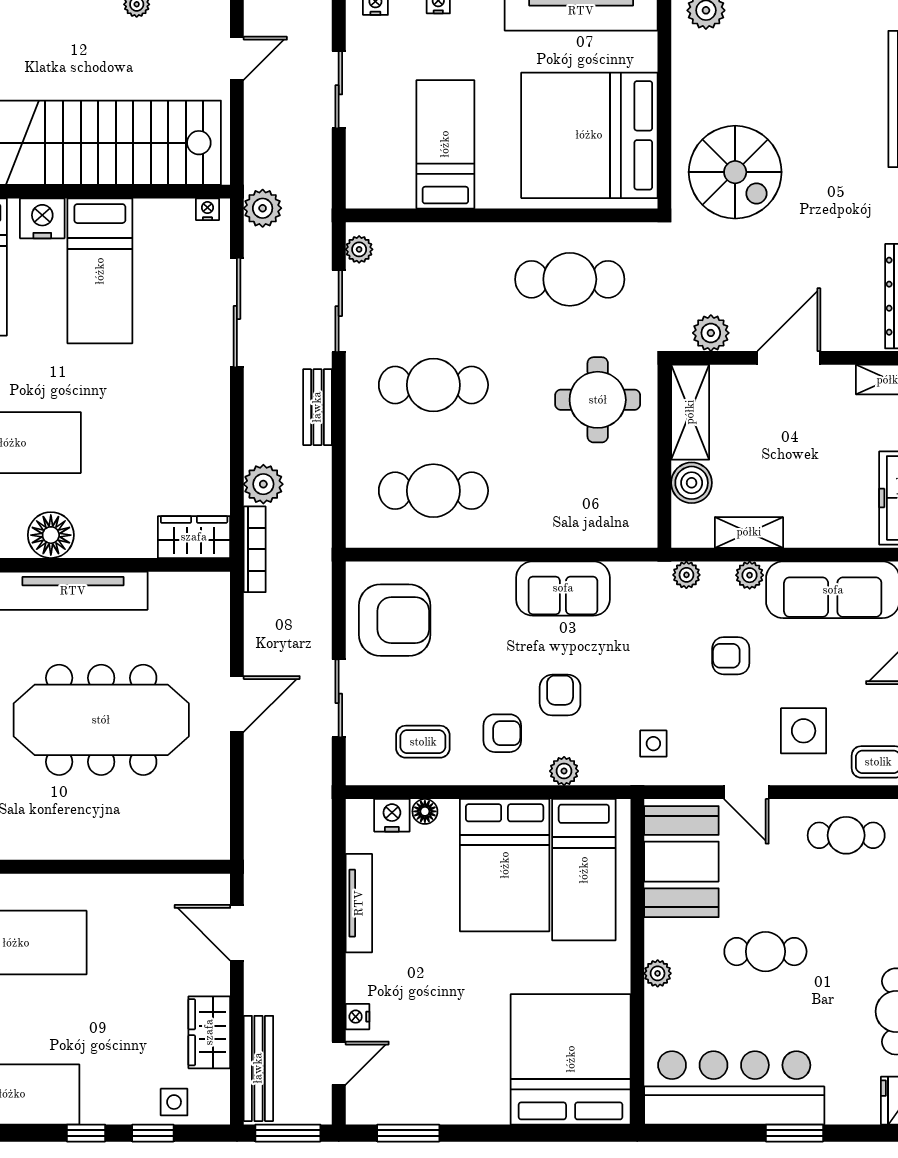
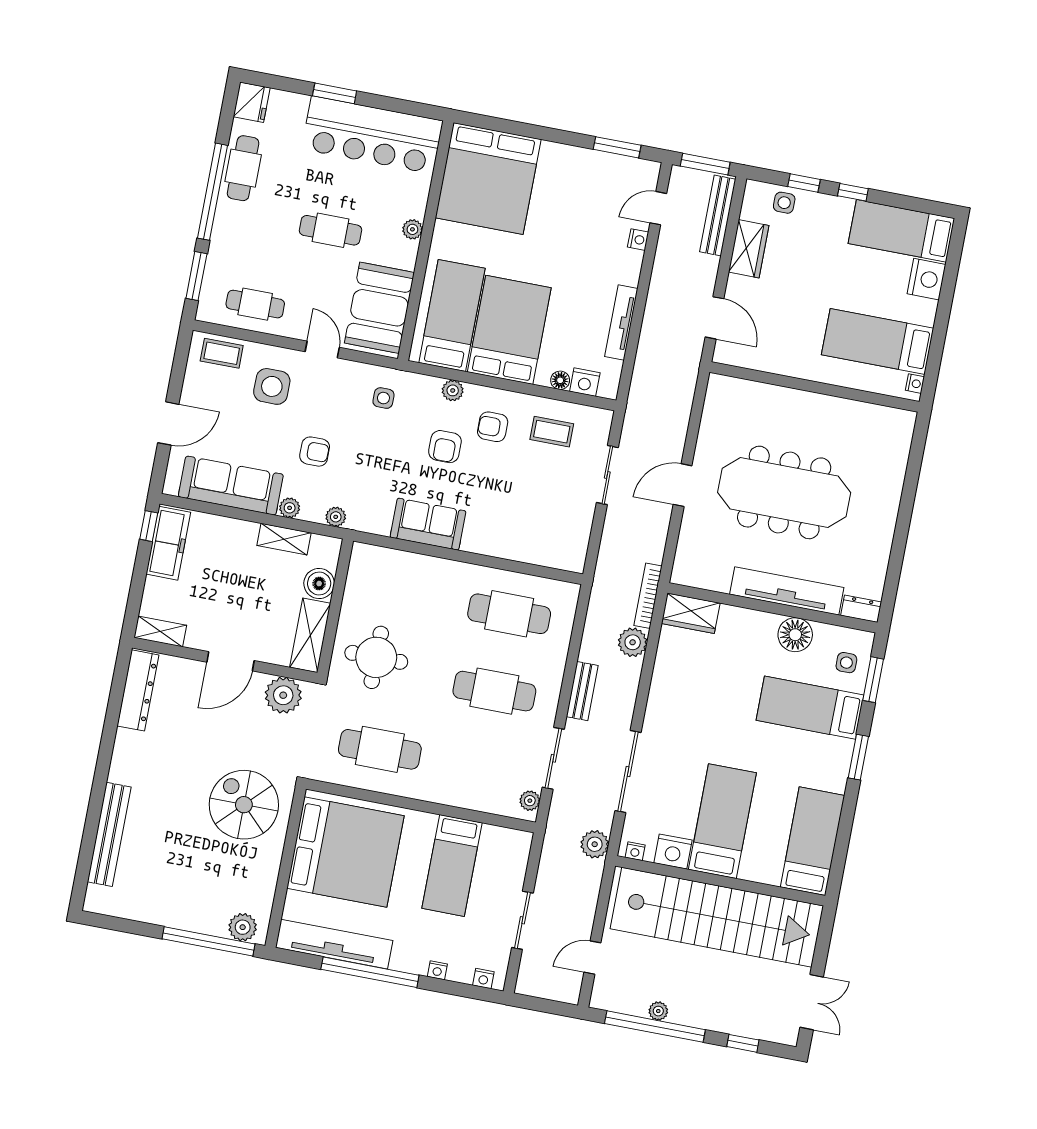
nightstand: (42, 218) -> (673, 852), moved
plant: (711, 333) -> (283, 695), width x1.36, depth x1.36
armchair: (395, 620) -> (556, 524), removed

